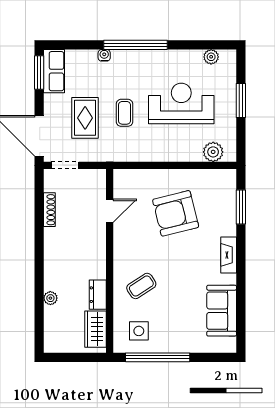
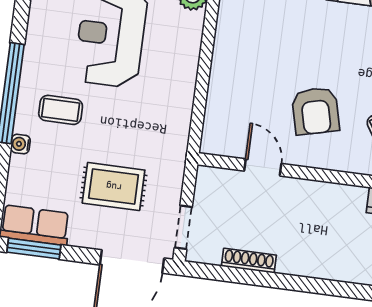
coffee table: (124, 113) -> (61, 110), moved
armchair: (176, 213) -> (316, 111), moved, width x0.73, depth x0.73

